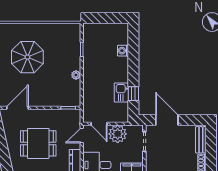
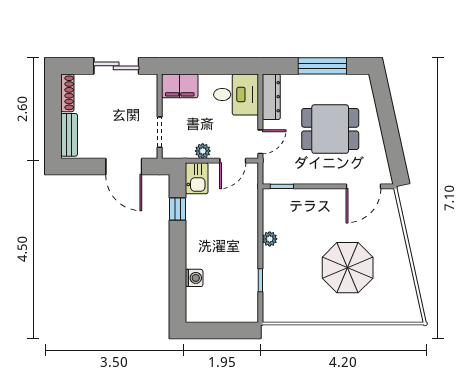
kitchen sink: (121, 93) -> (197, 178), moved
door: (99, 124) -> (233, 161), swing flipped
plant: (118, 134) -> (203, 151), width x0.53, depth x0.53

